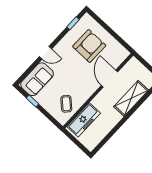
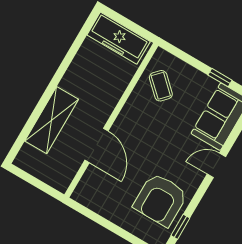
armchair: (89, 46) -> (160, 200), moved
freezer: (84, 120) -> (119, 38), moved, turned -90

